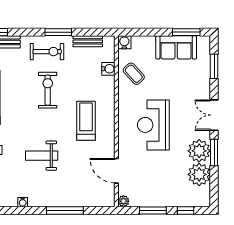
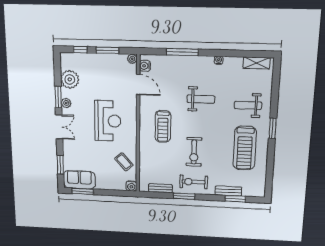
sofa: (176, 47) -> (79, 180), moved
water cooler: (108, 69) -> (145, 66), moved
plant: (199, 151) -> (66, 103), width x0.53, depth x0.53

